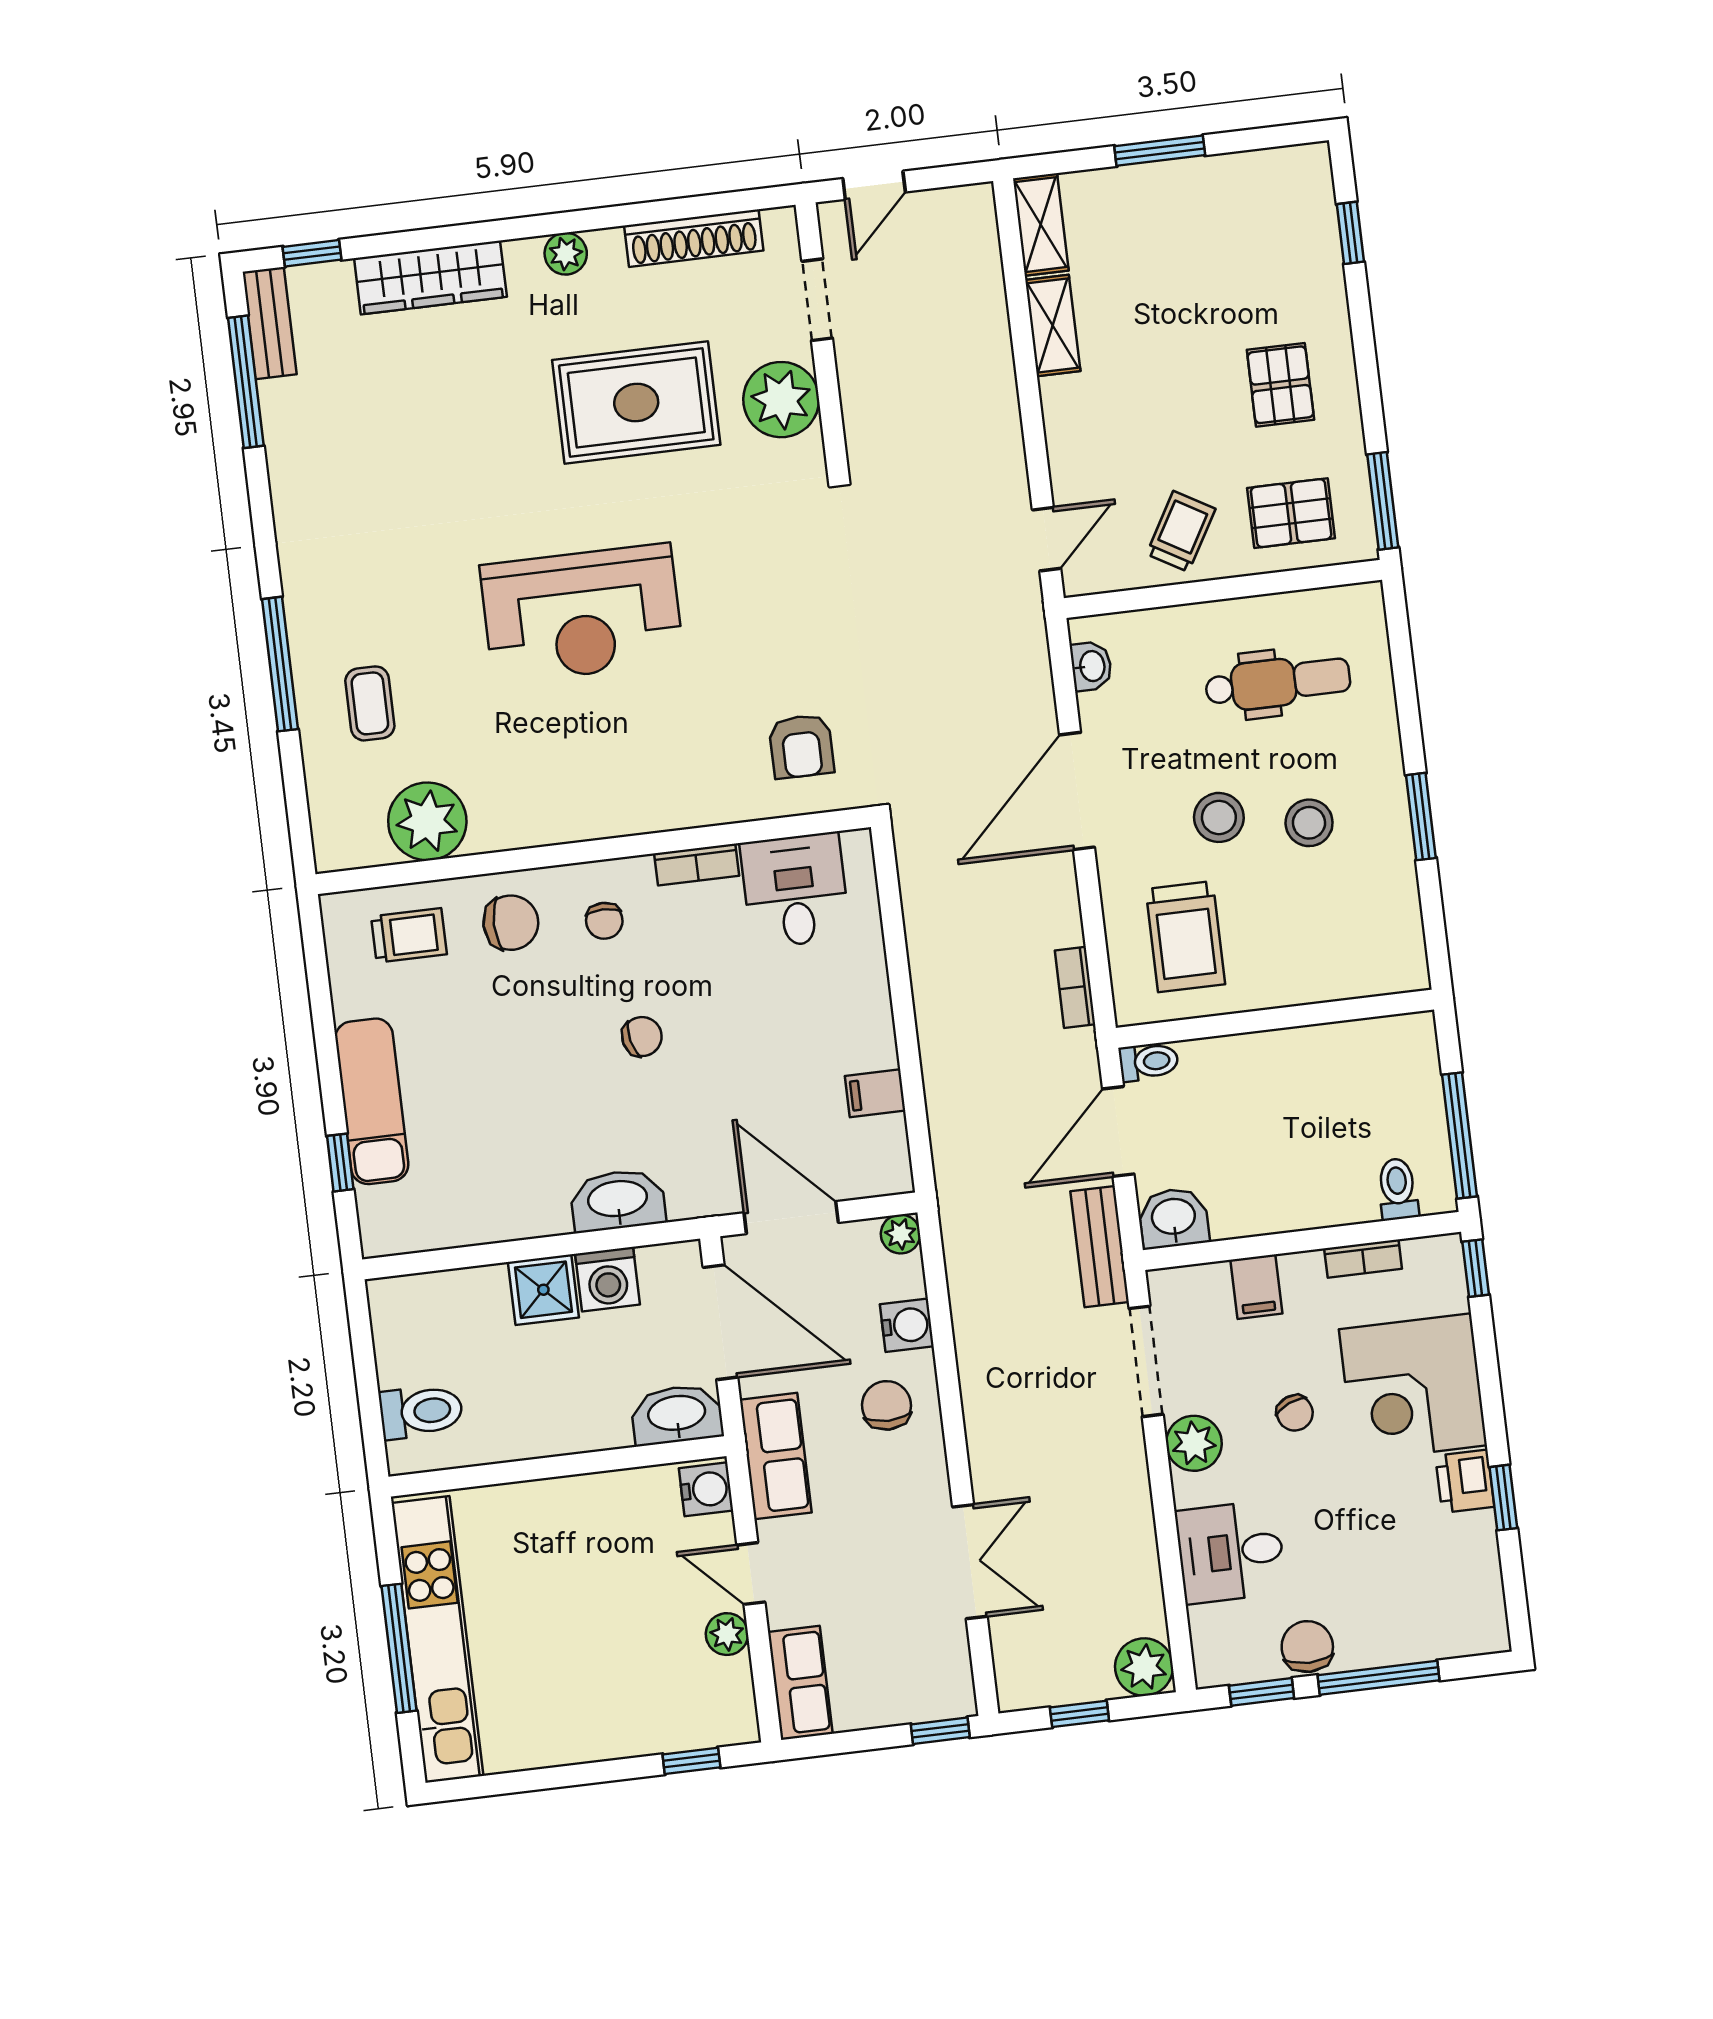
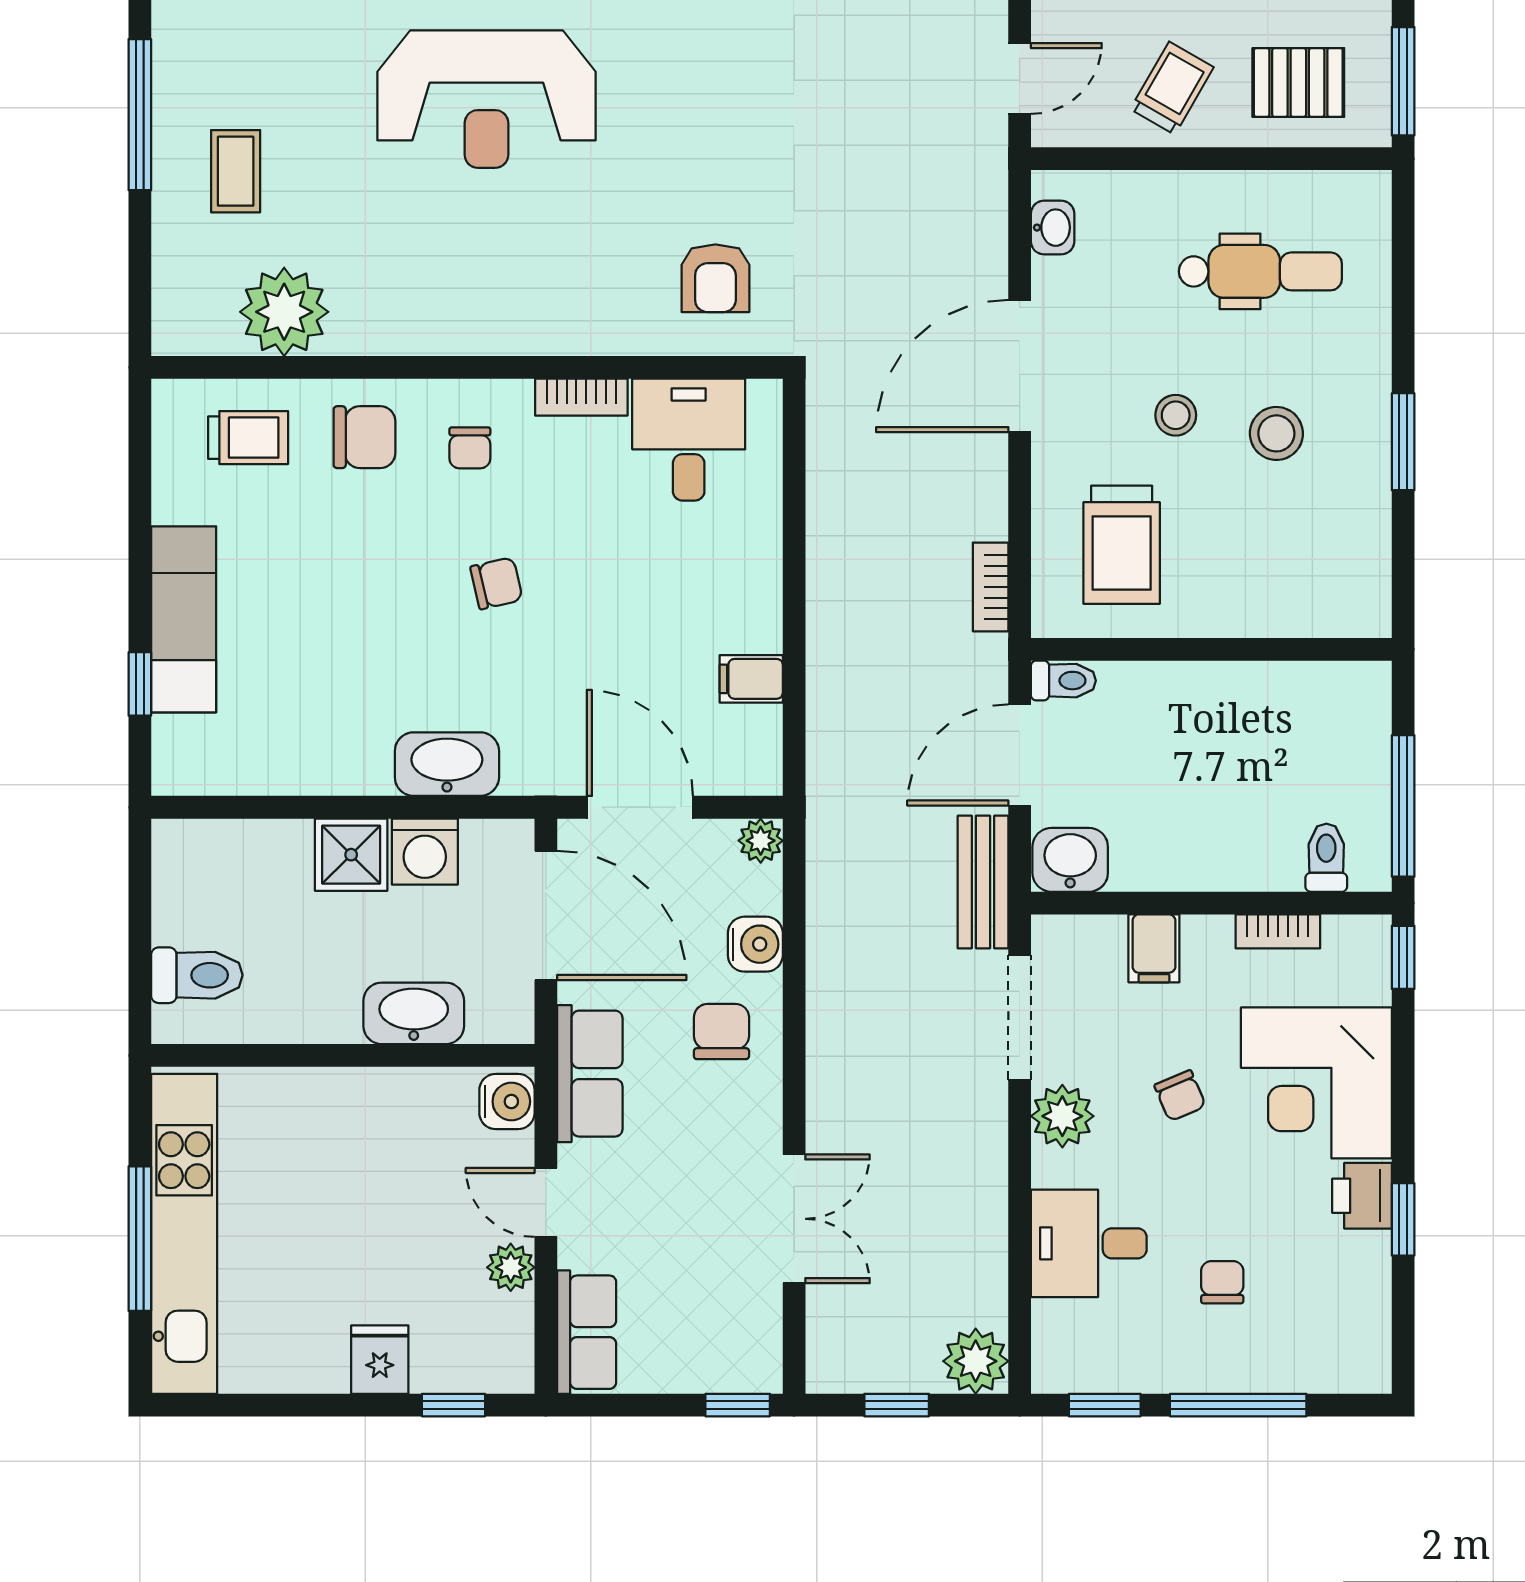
stool: (1219, 817) -> (1176, 415), width x0.73, depth x0.73
washbasin: (677, 1415) -> (414, 1013), moved
chair: (1307, 1647) -> (1222, 1282), moved, width x0.73, depth x0.73
fridge: (622, 1729) -> (380, 1360), added

